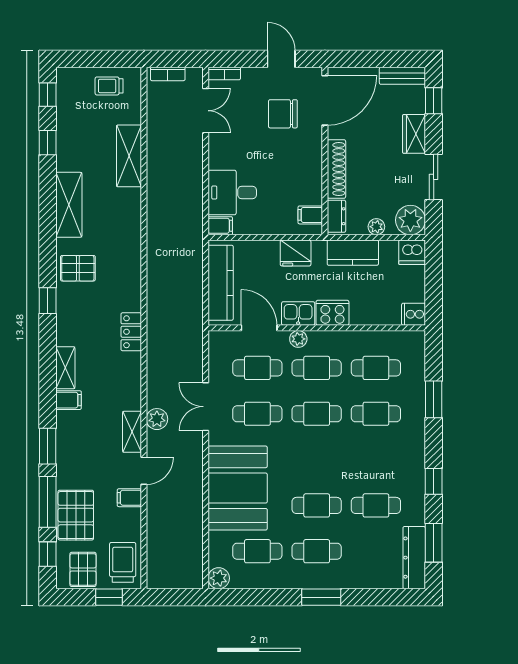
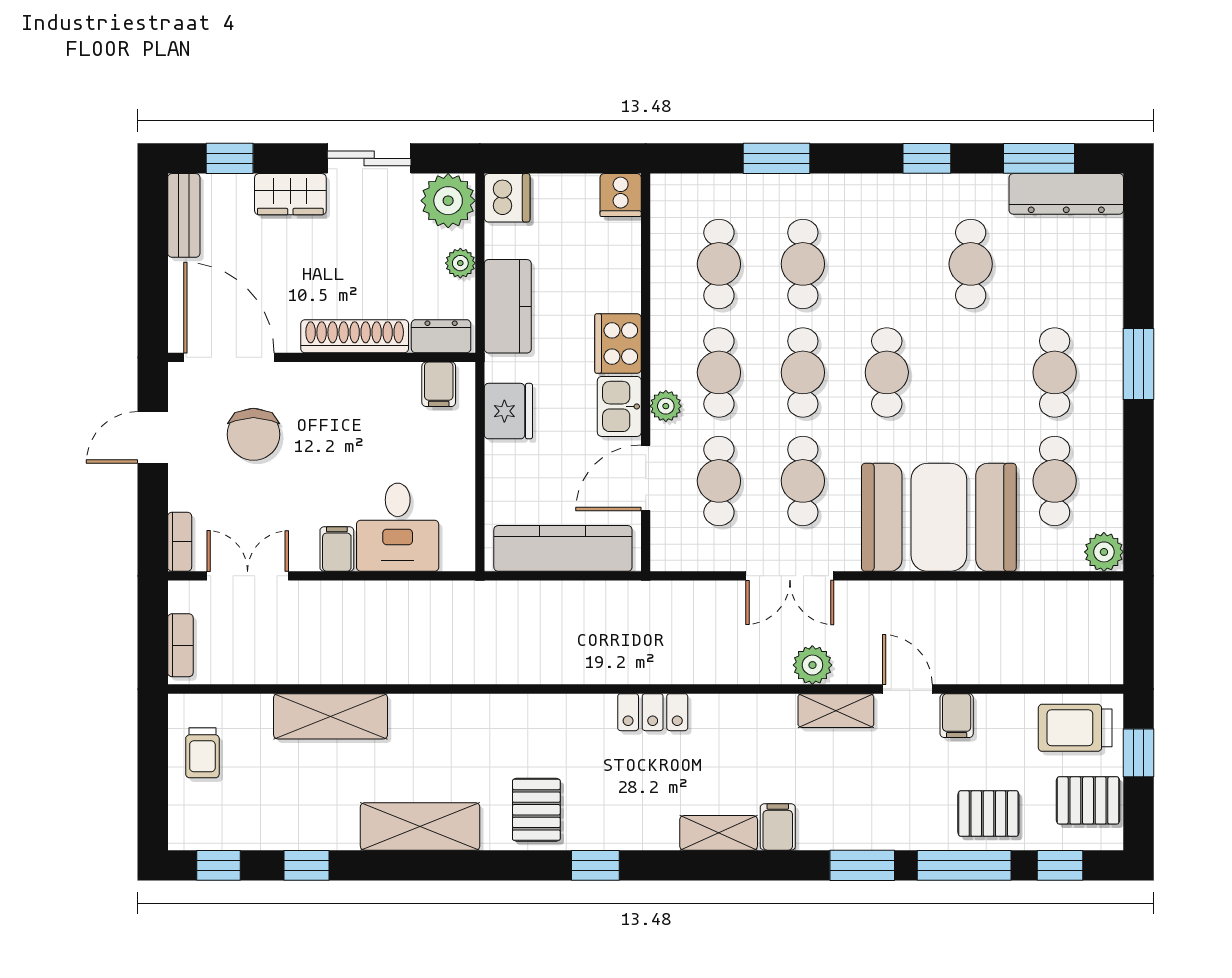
filing cabinet: (220, 226) -> (337, 549), moved
cafe table: (317, 505) -> (887, 372), moved
pallet: (76, 515) -> (988, 814), width x0.67, depth x0.71

